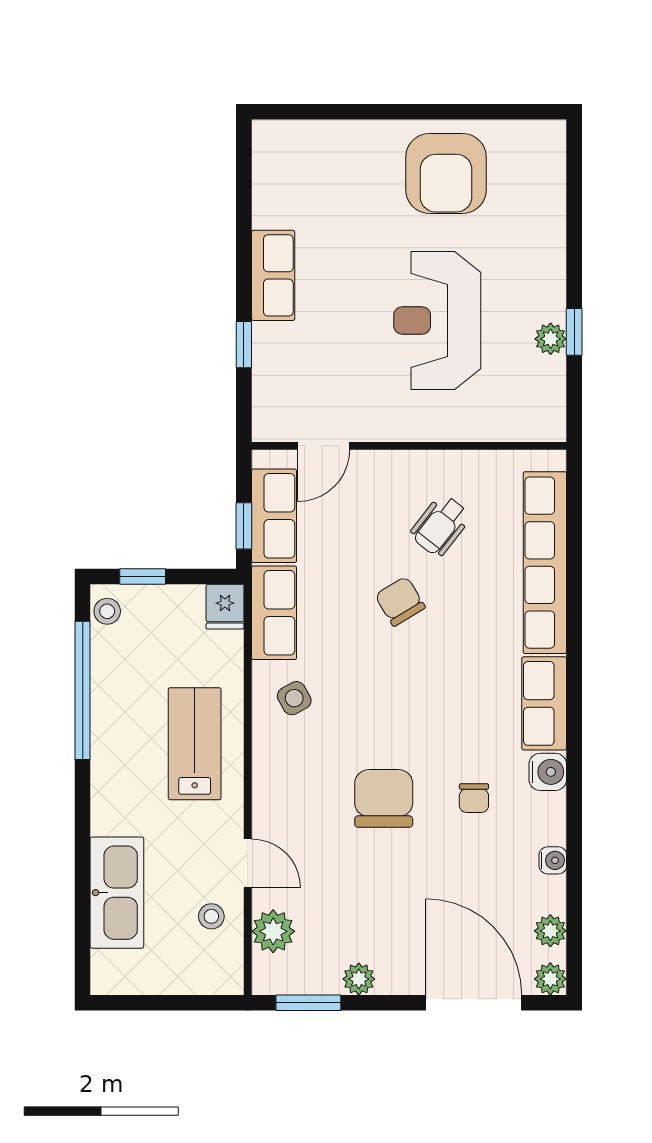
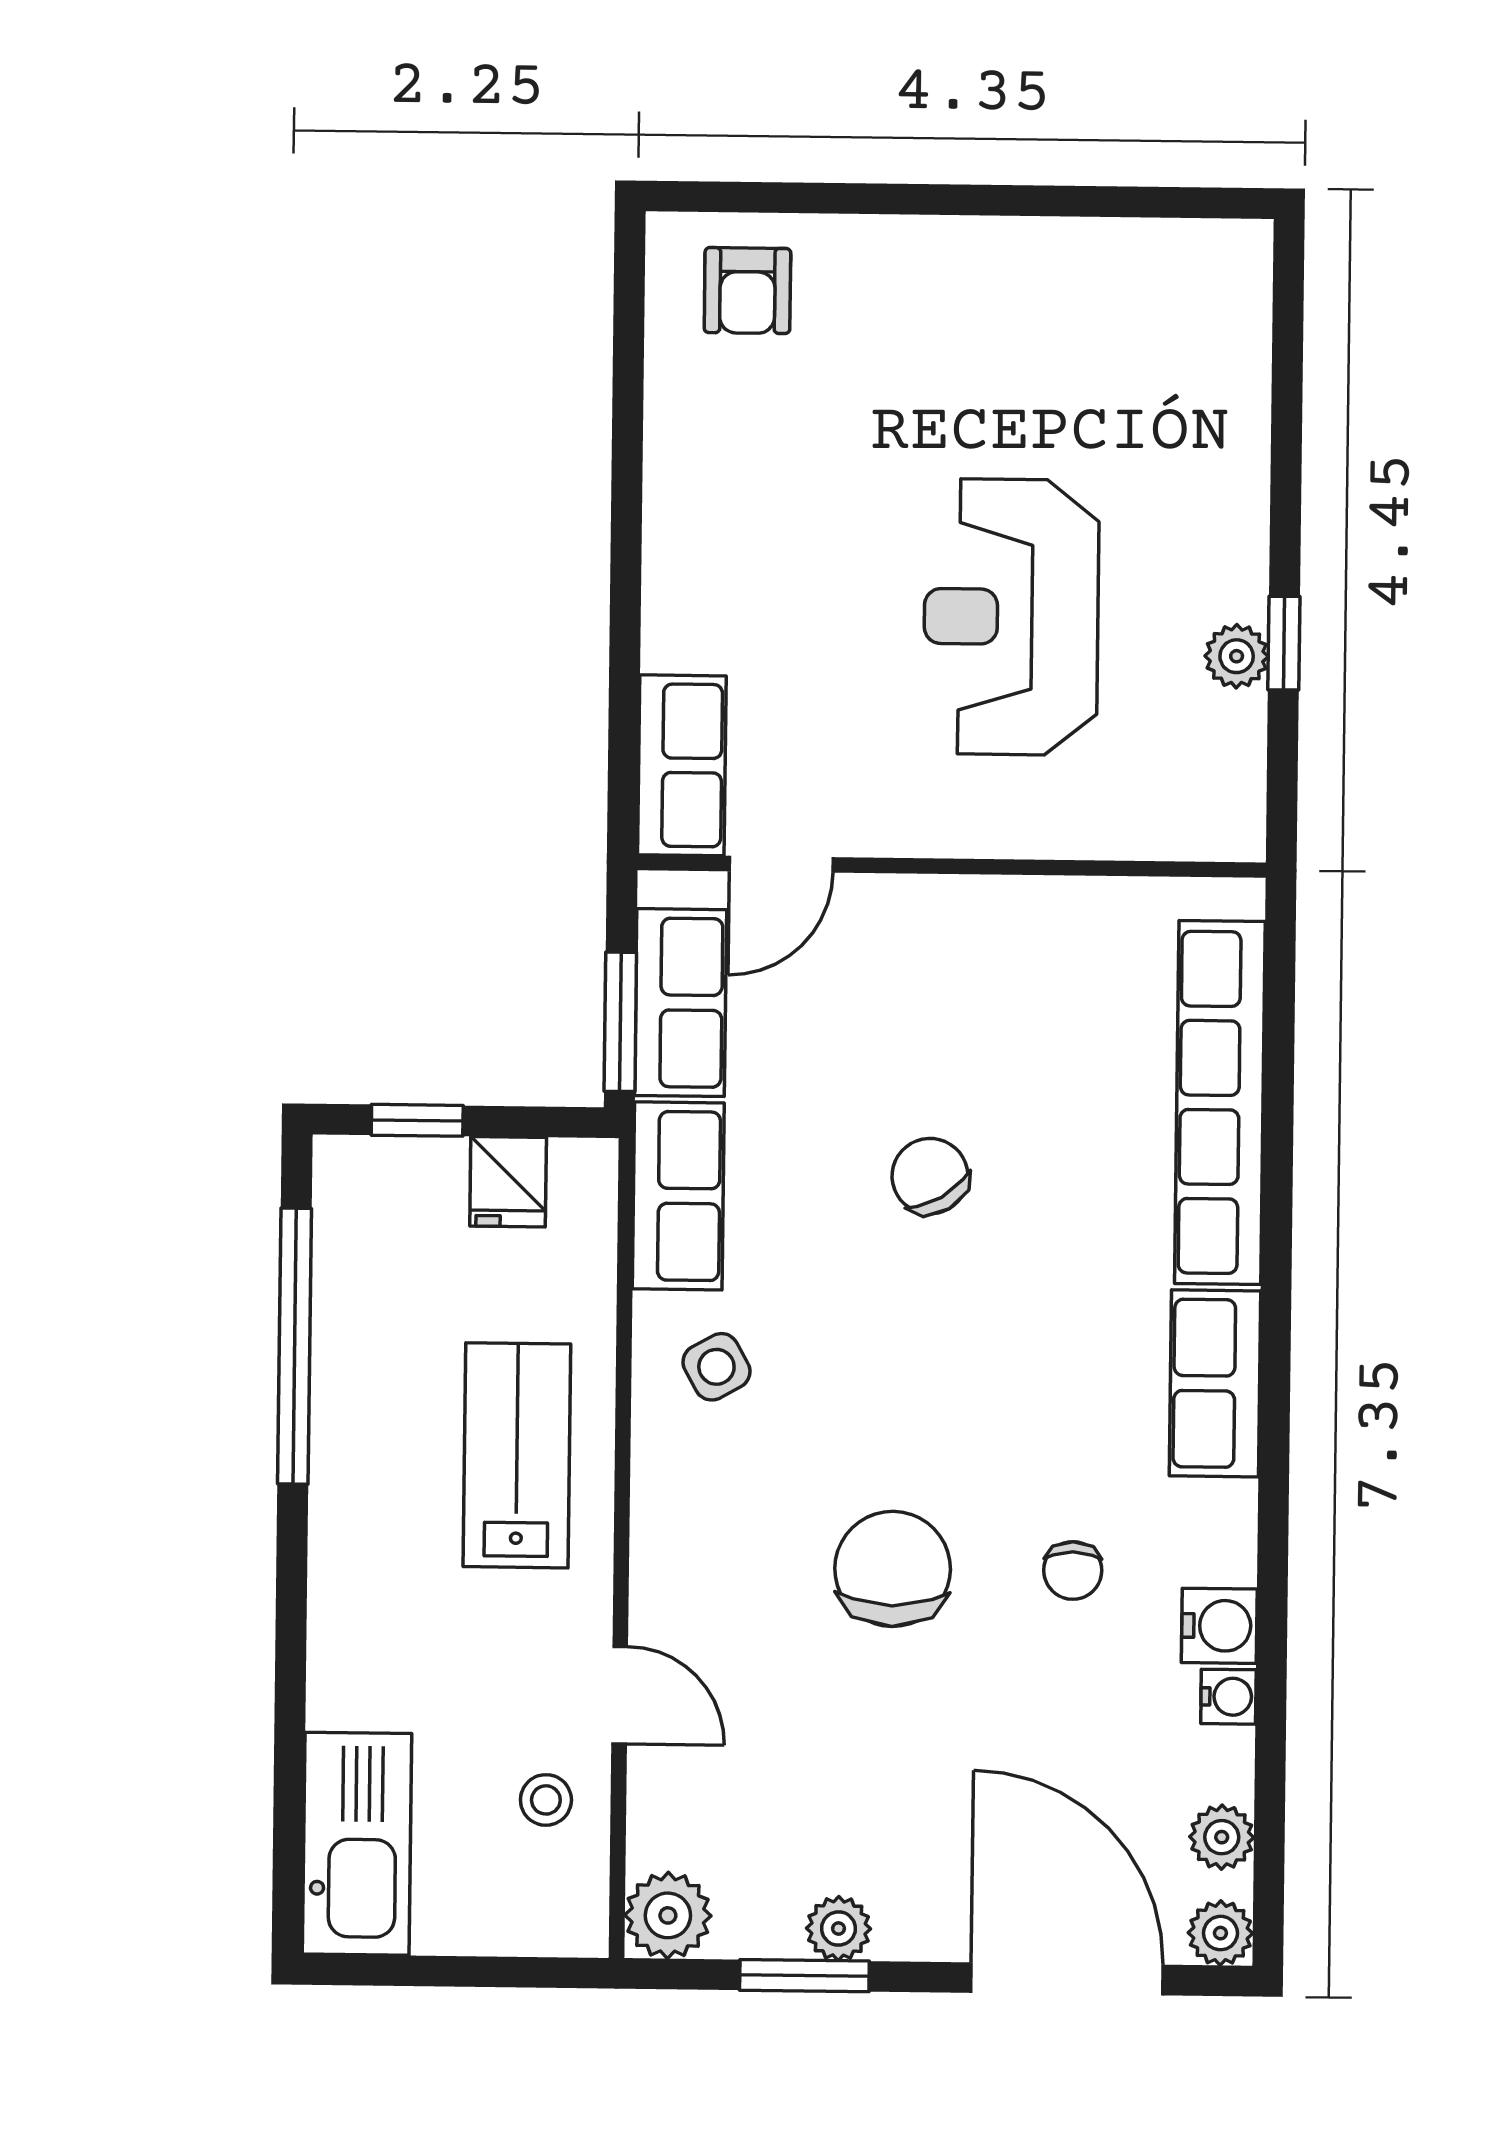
armchair: (446, 173) -> (747, 291), moved, width x0.53, depth x0.53
row of seats: (273, 275) -> (682, 765), moved
window: (244, 345) -> (625, 660), removed
wheelchair: (440, 525) -> (1012, 1026), removed
window: (244, 526) -> (620, 1022), width x1.50
fridge: (225, 607) -> (508, 1182), moved
stool: (107, 611) -> (346, 1189), removed
water cooler: (548, 772) -> (1219, 1626), moved
kitchen sink: (117, 893) -> (357, 1844), moved
plant: (273, 931) -> (668, 1915), moved
window: (308, 1003) -> (804, 1976), moved

